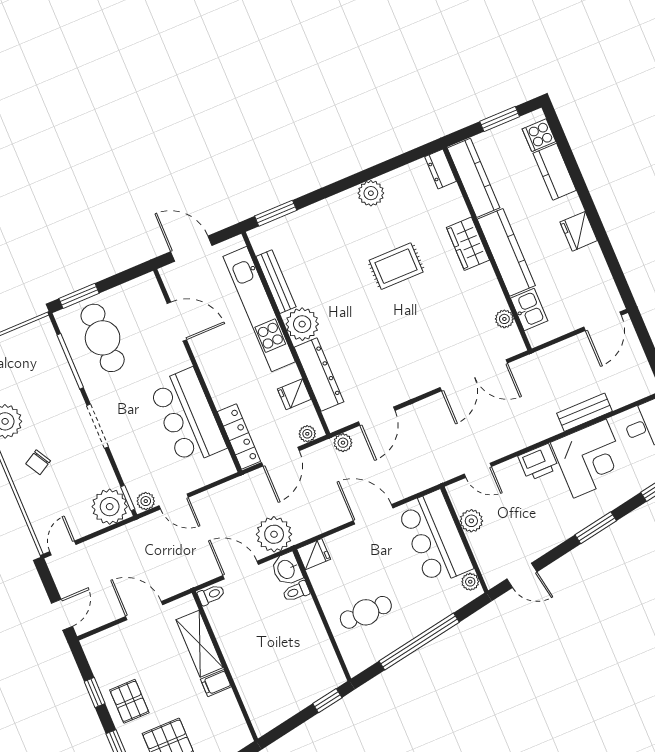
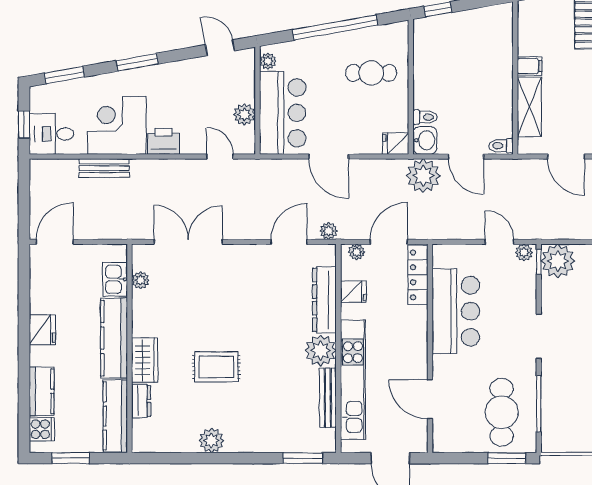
dresser: (441, 169) -> (141, 401), moved

